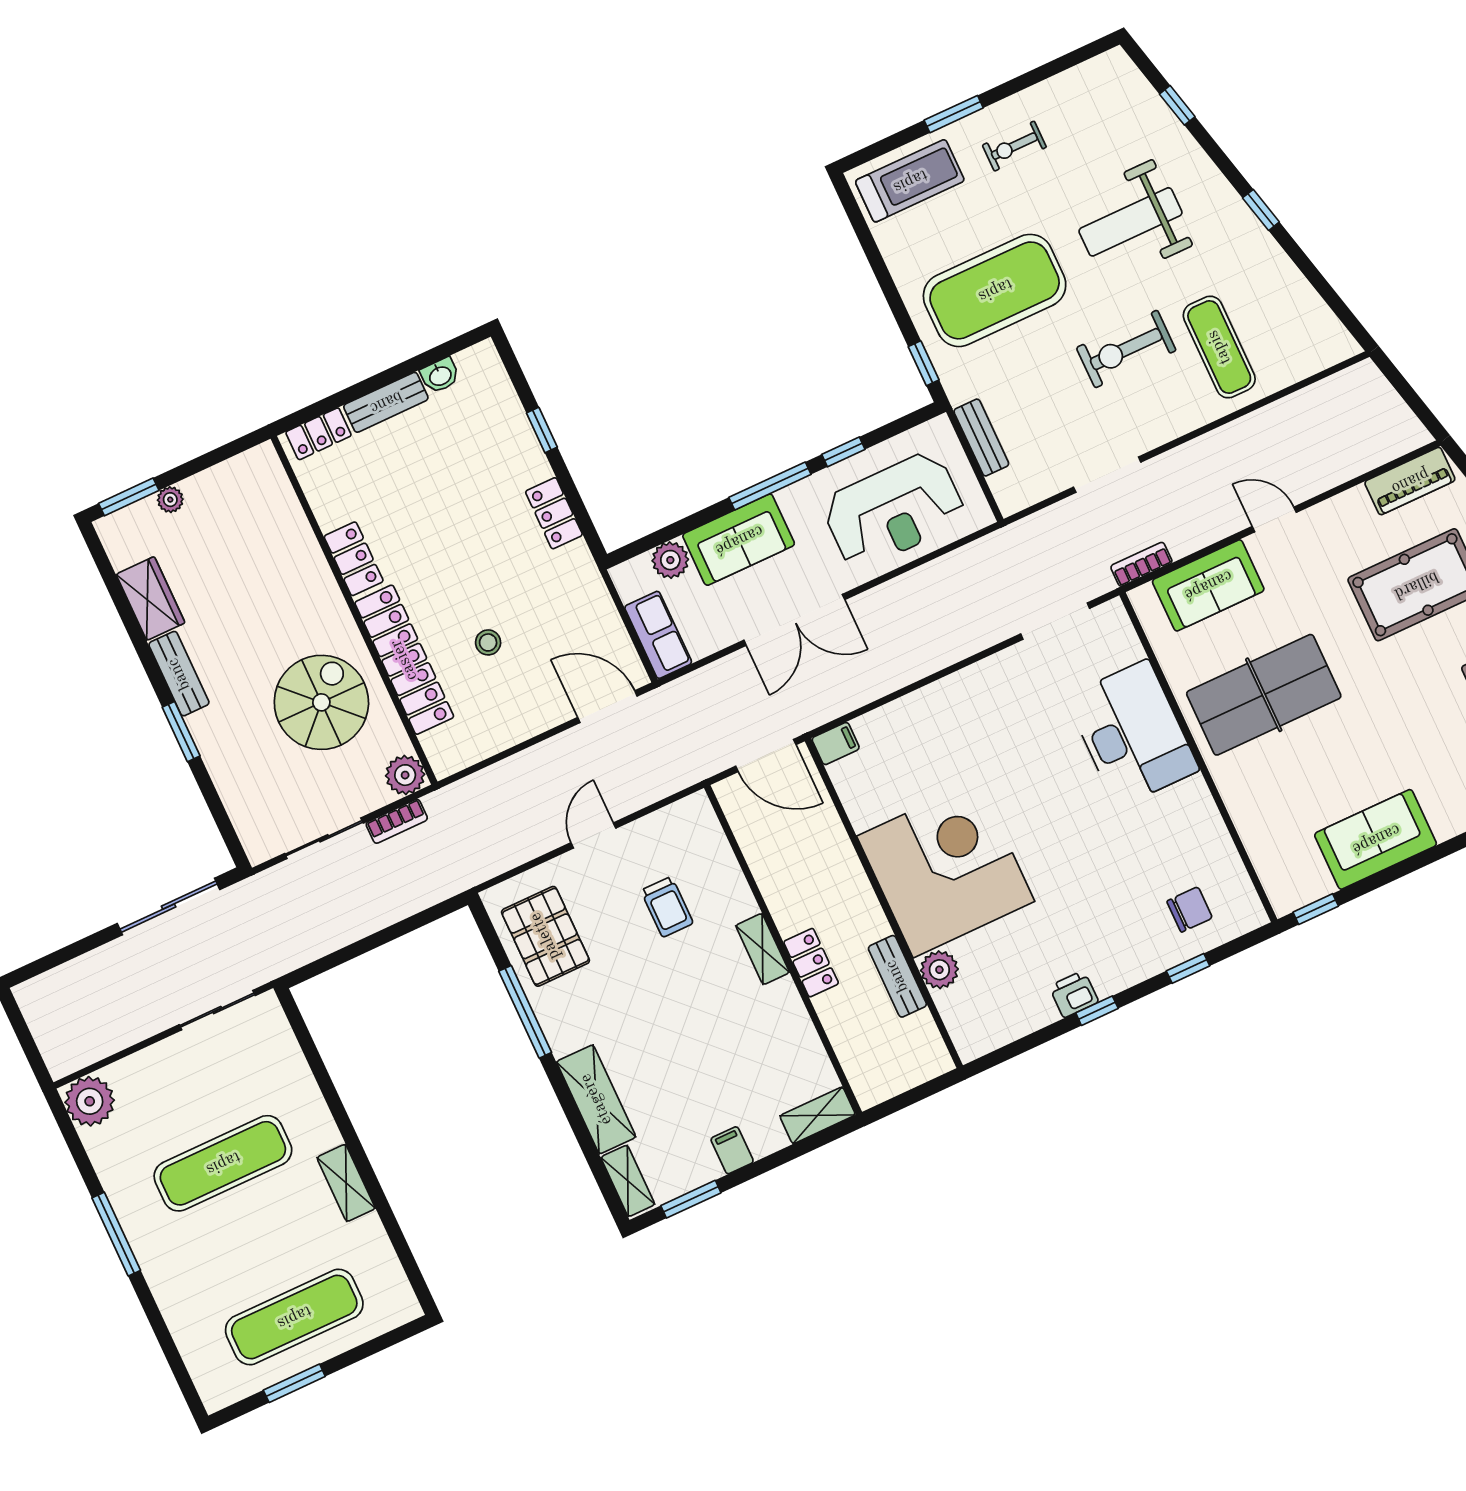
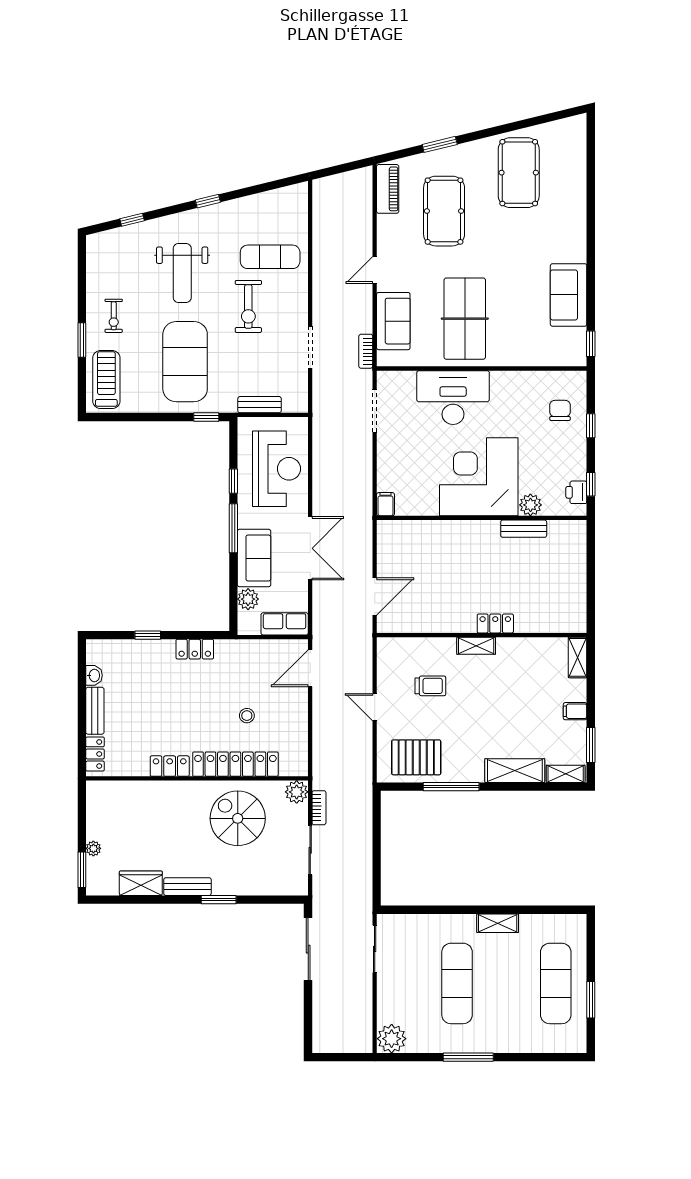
filing cabinet: (836, 743) -> (385, 504), moved
corner desk: (946, 869) -> (479, 477), moved
wall: (884, 903) -> (482, 518), moved
plant: (939, 970) -> (530, 505), moved
bench: (897, 976) -> (524, 529), moved

